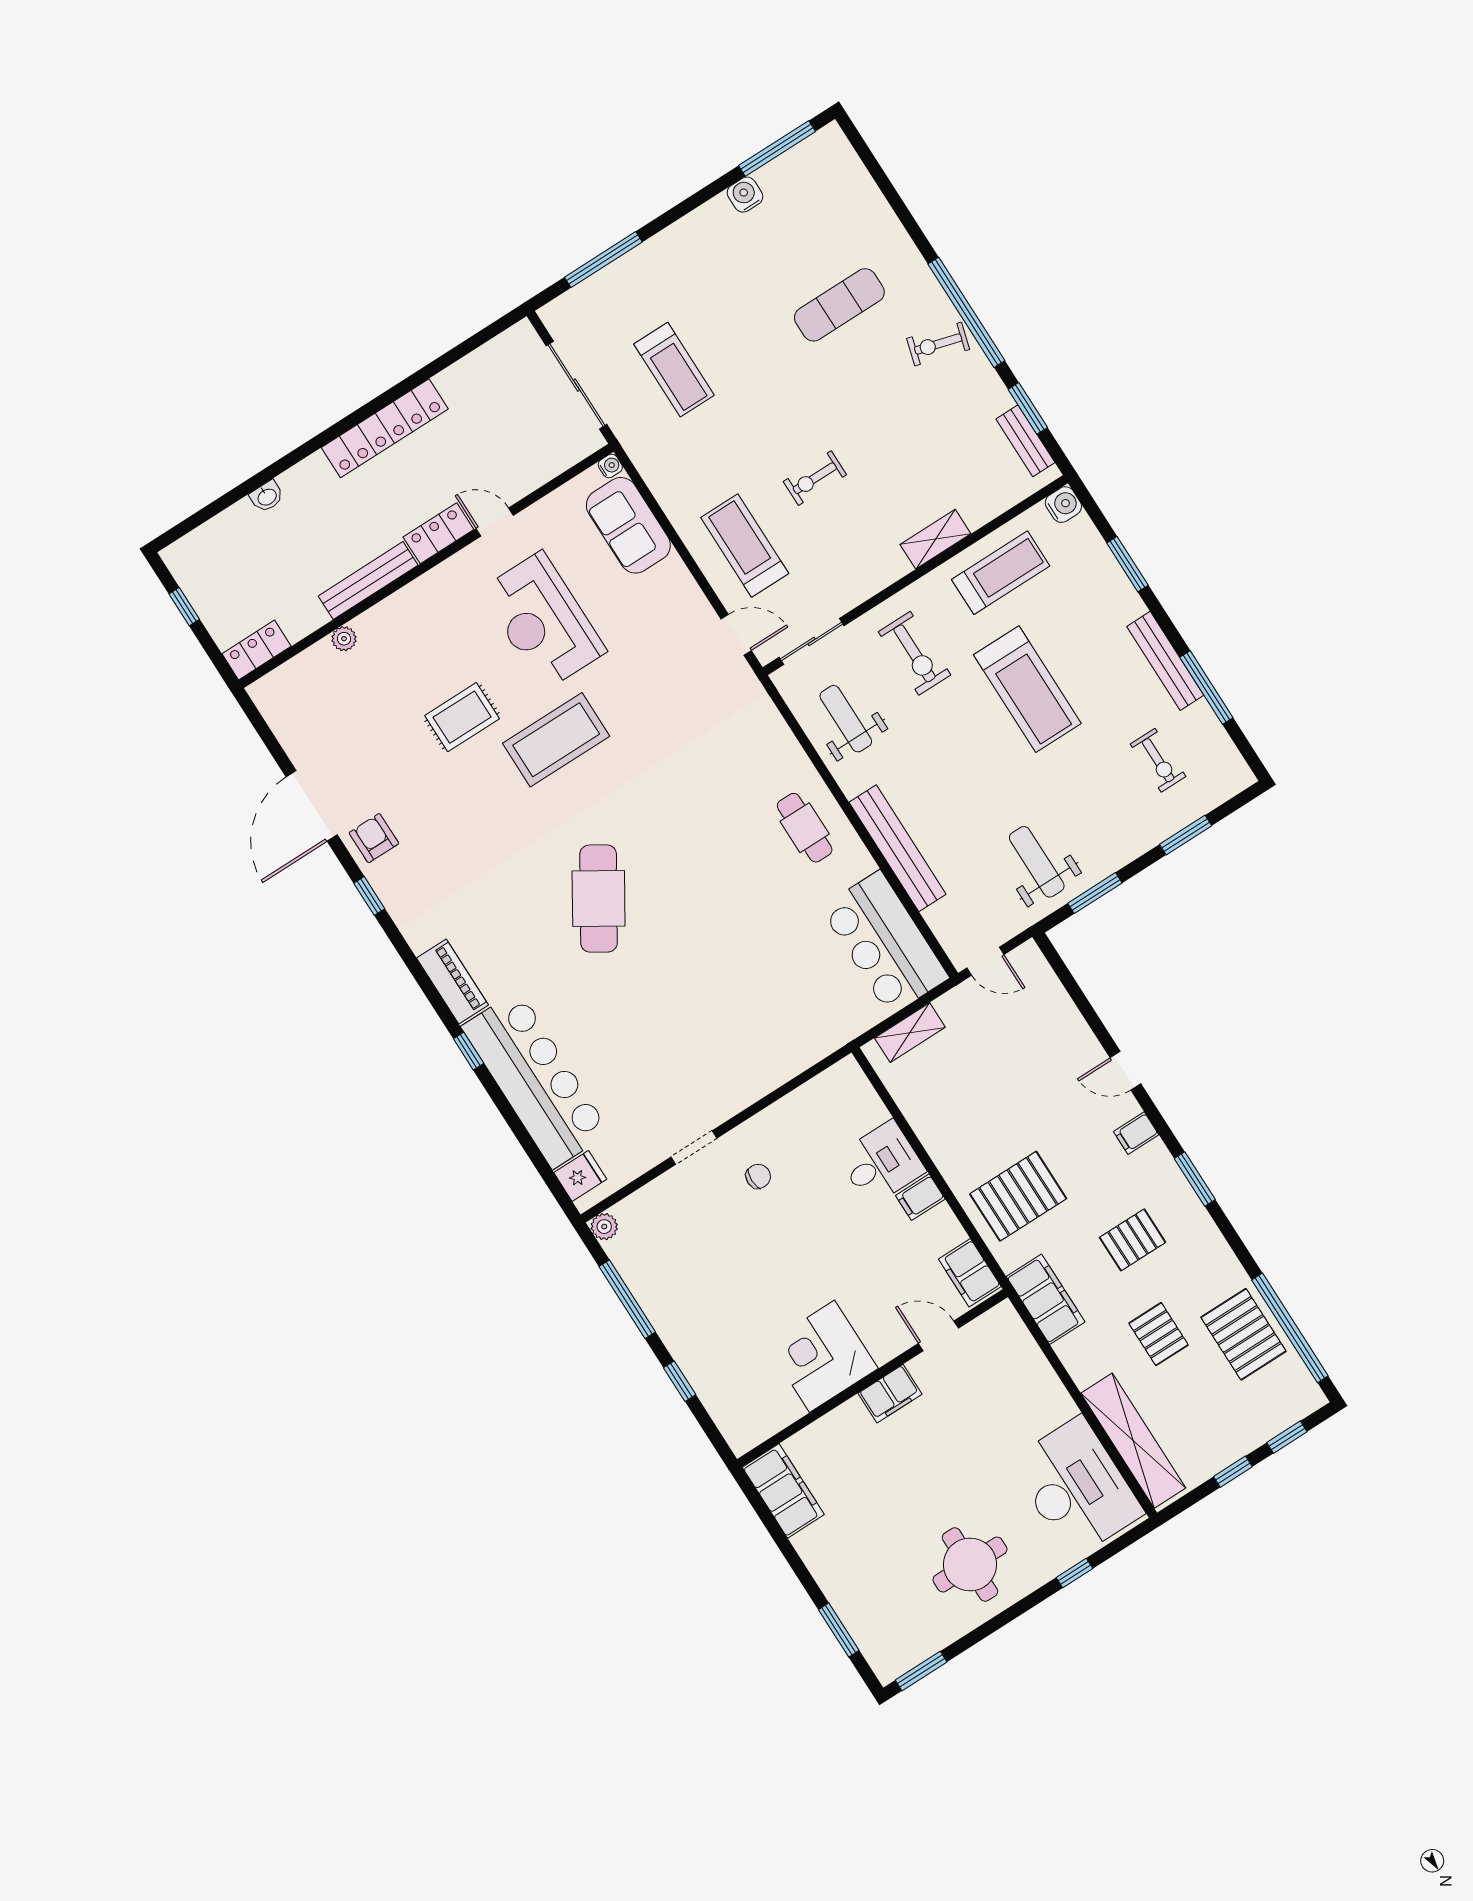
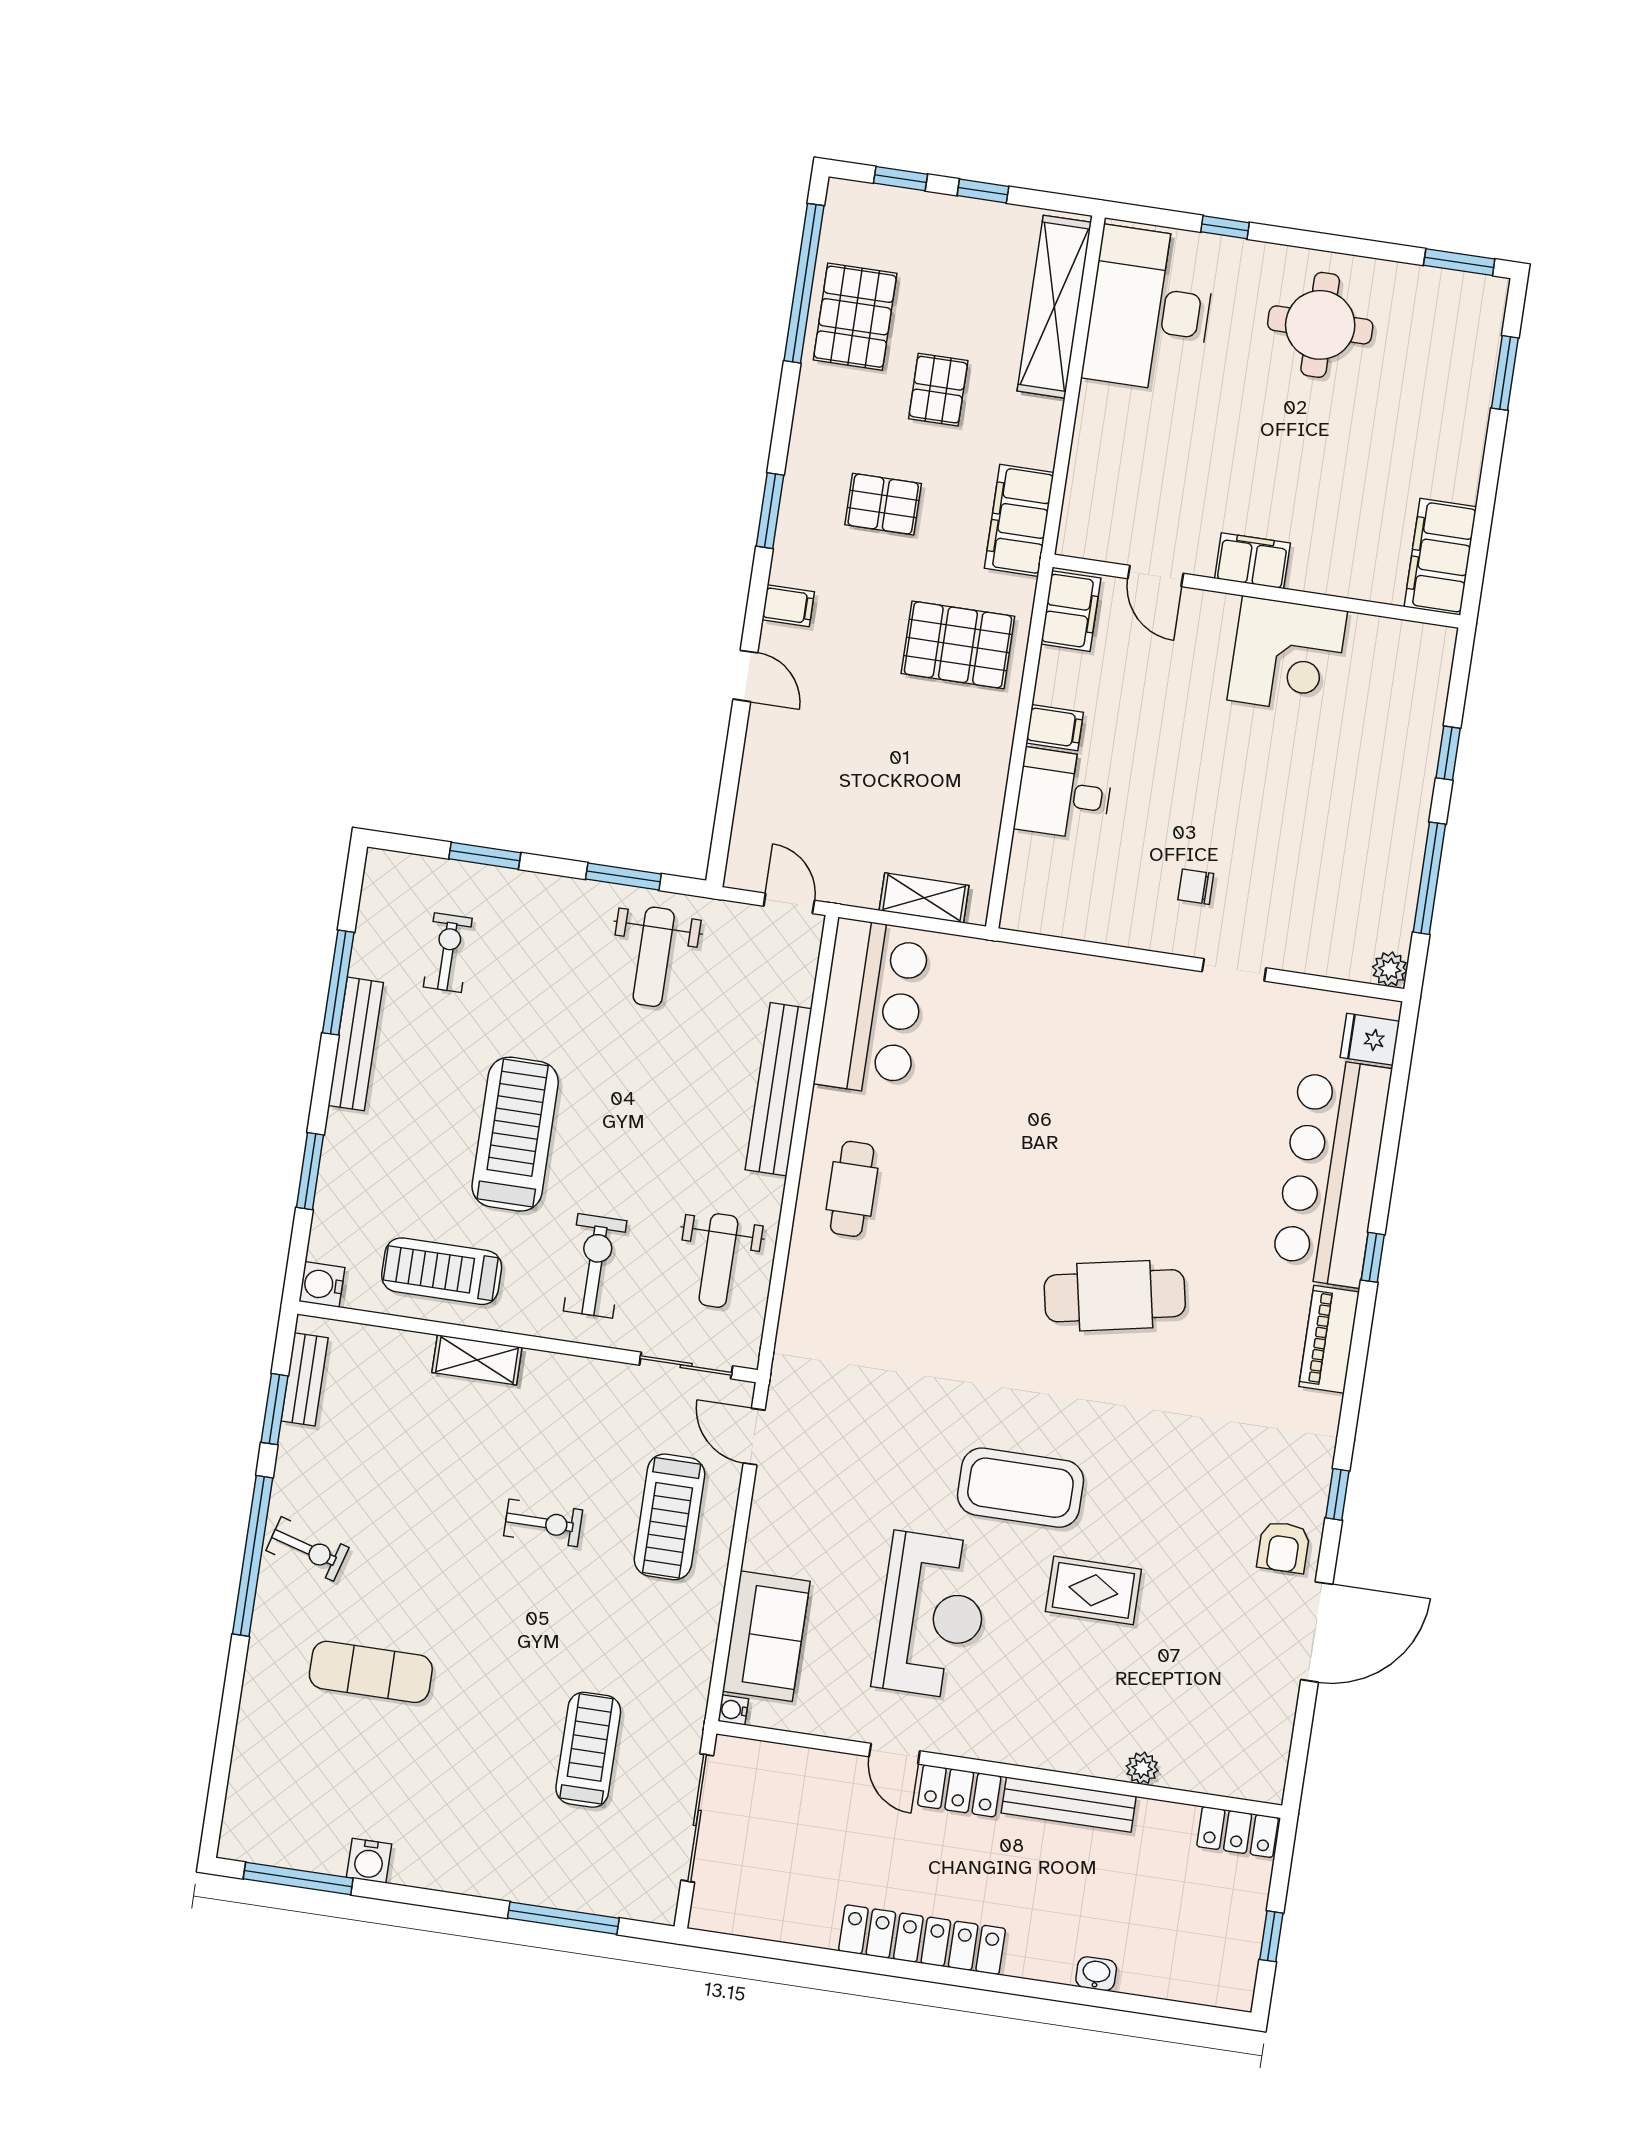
cafe table: (599, 899) -> (1115, 1296), turned 47

